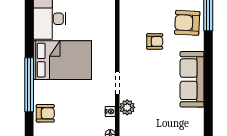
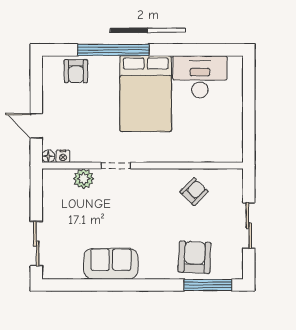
armchair: (155, 41) -> (194, 192), moved, turned -135
sofa: (192, 79) -> (111, 264), width x0.73
nightstand: (110, 111) -> (63, 156), moved

